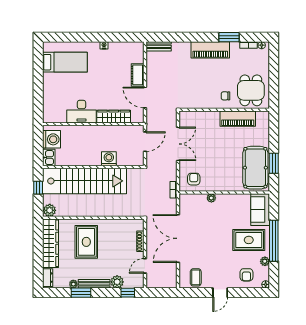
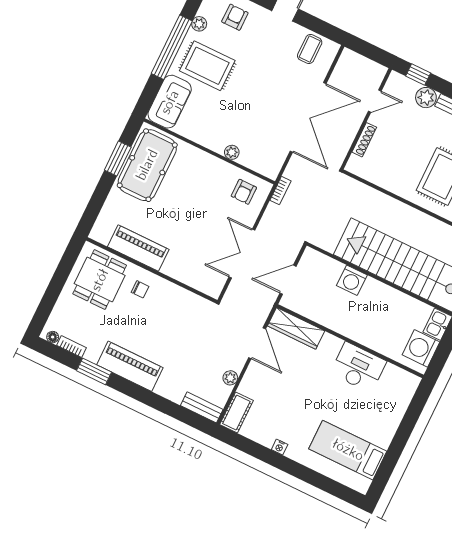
plant: (151, 71) -> (230, 378), added
cot: (138, 75) -> (236, 413), moved
wardrobe: (114, 117) -> (296, 328), moved

